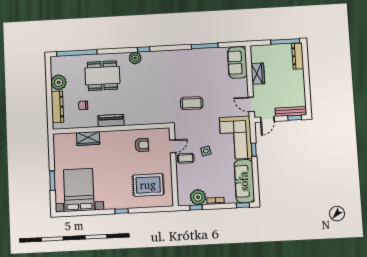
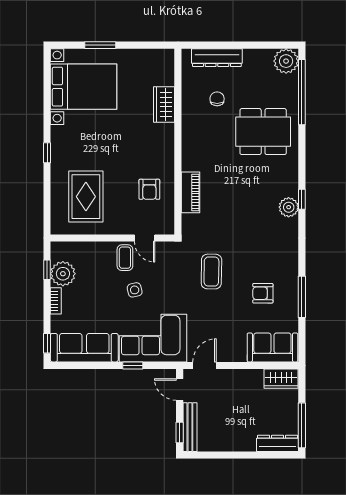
plant: (135, 58) -> (289, 207), moved
armchair: (204, 70) -> (263, 293), added
wardrobe: (258, 74) -> (281, 379), moved
dining table: (102, 76) -> (263, 132), turned 90
plant: (59, 82) -> (286, 61), moved
piano: (111, 121) -> (191, 192), moved

